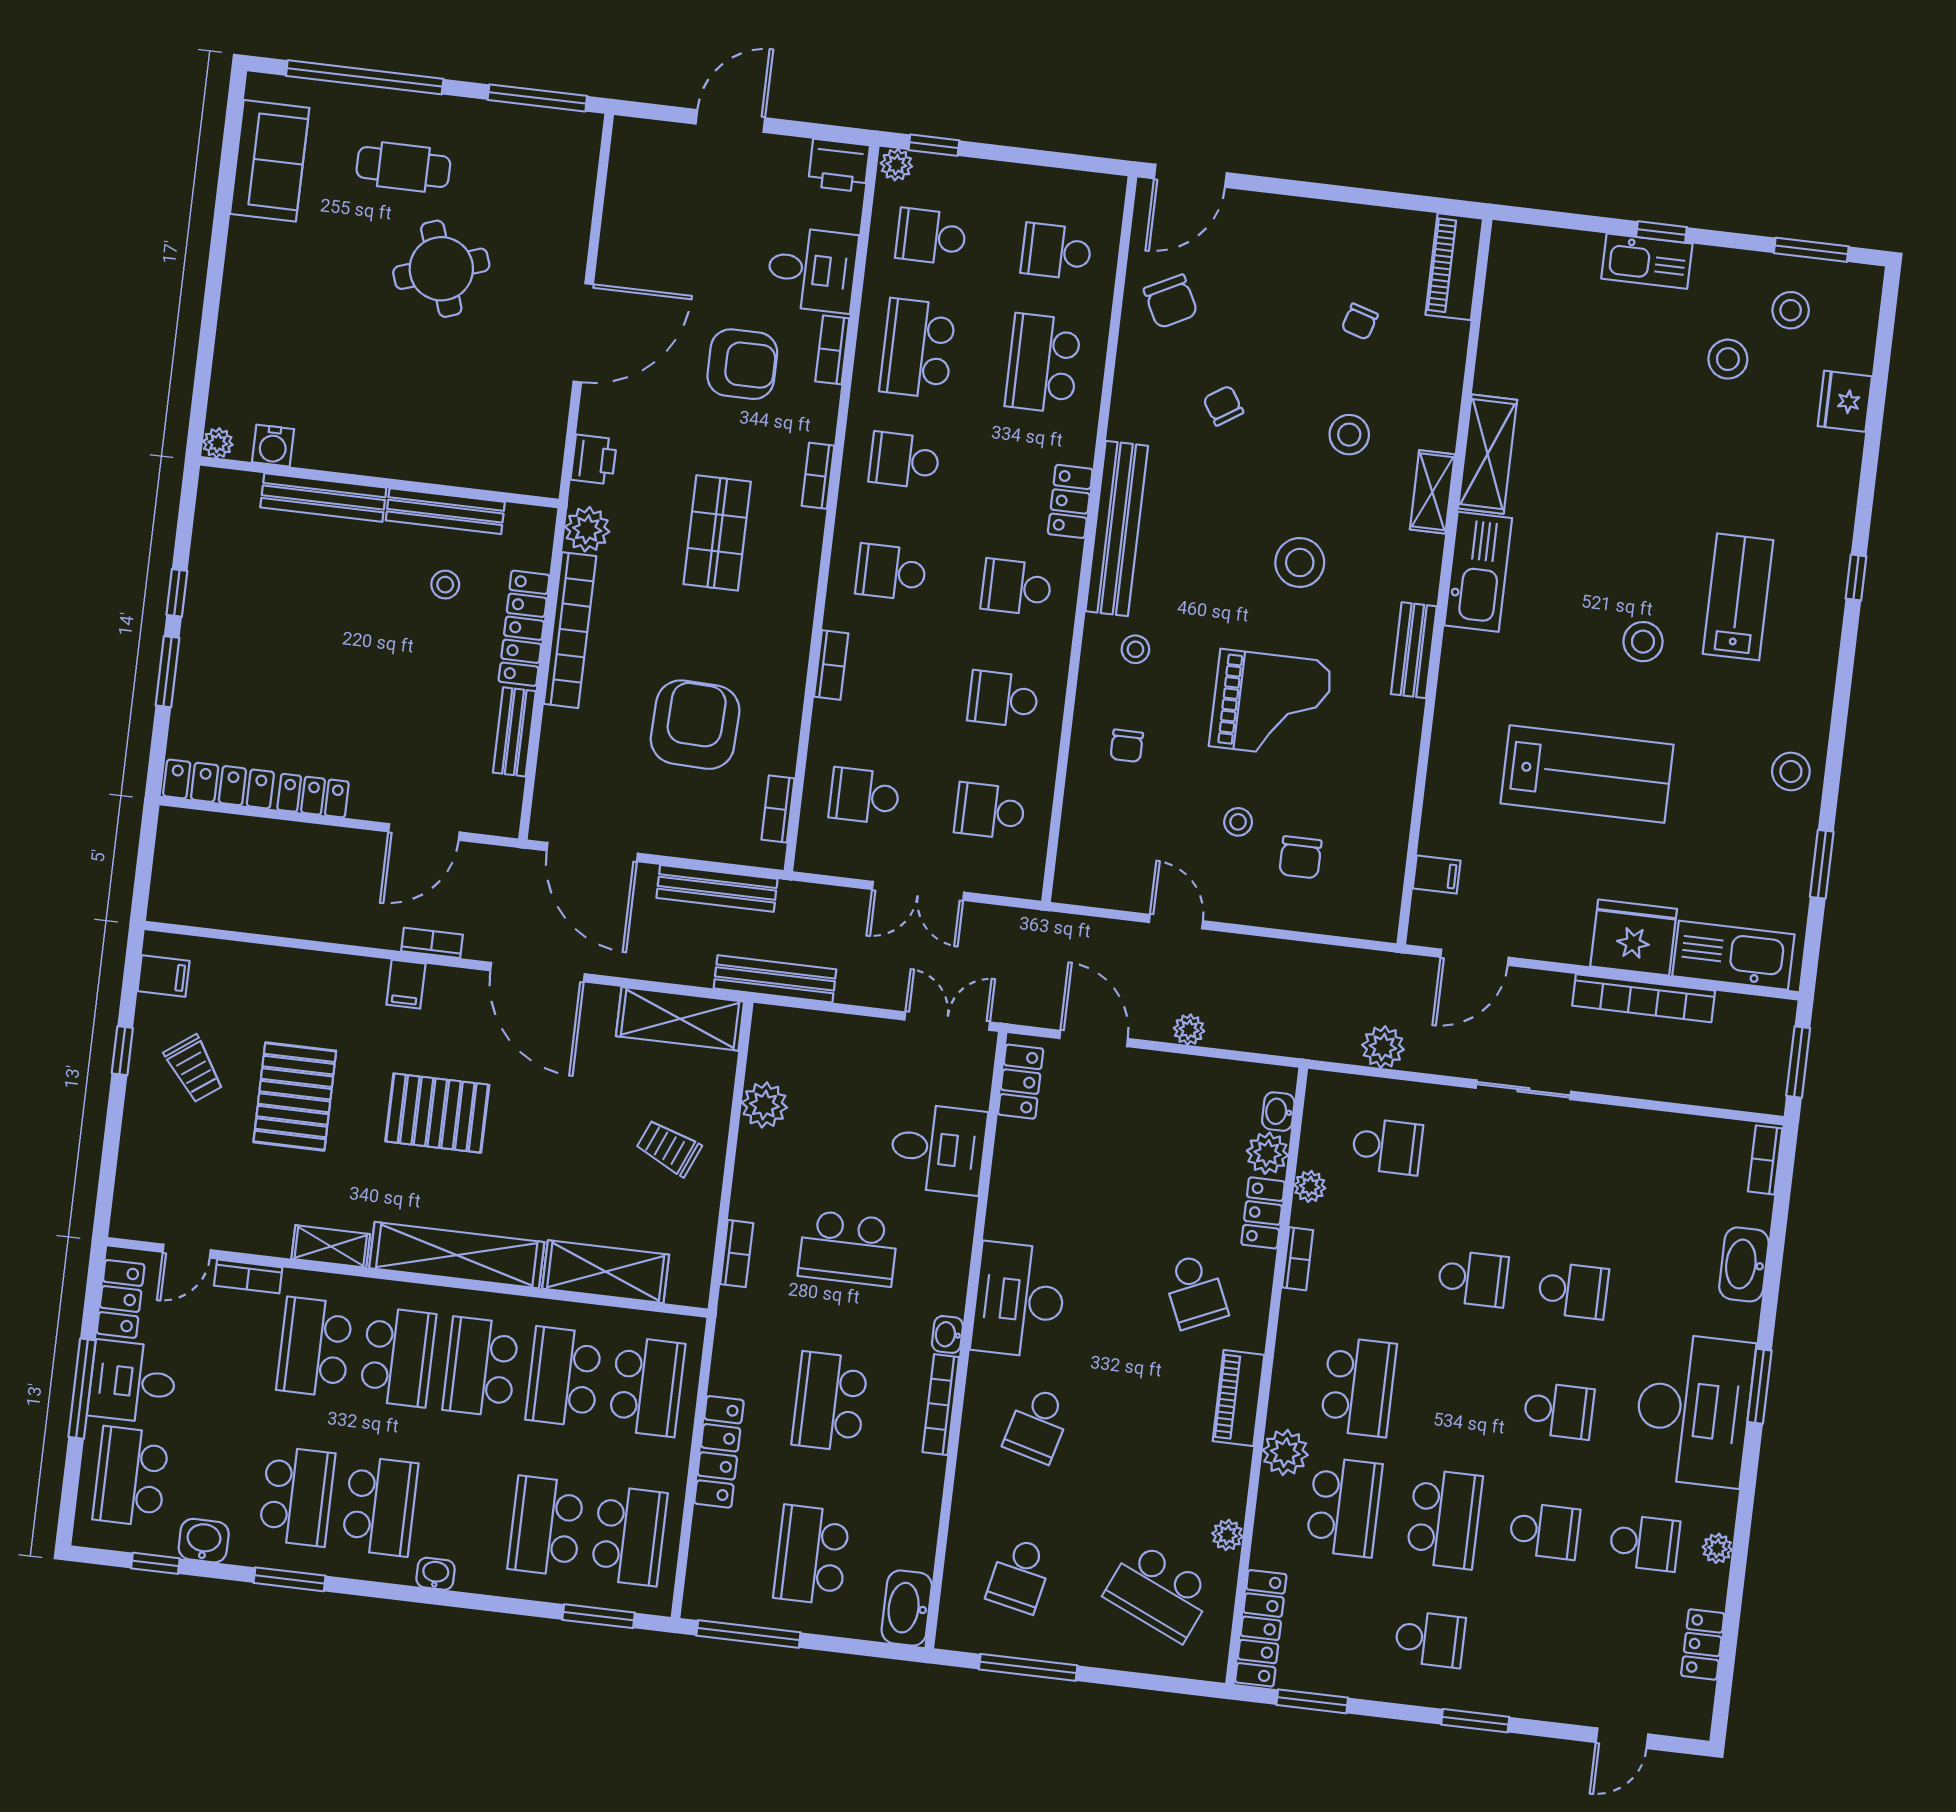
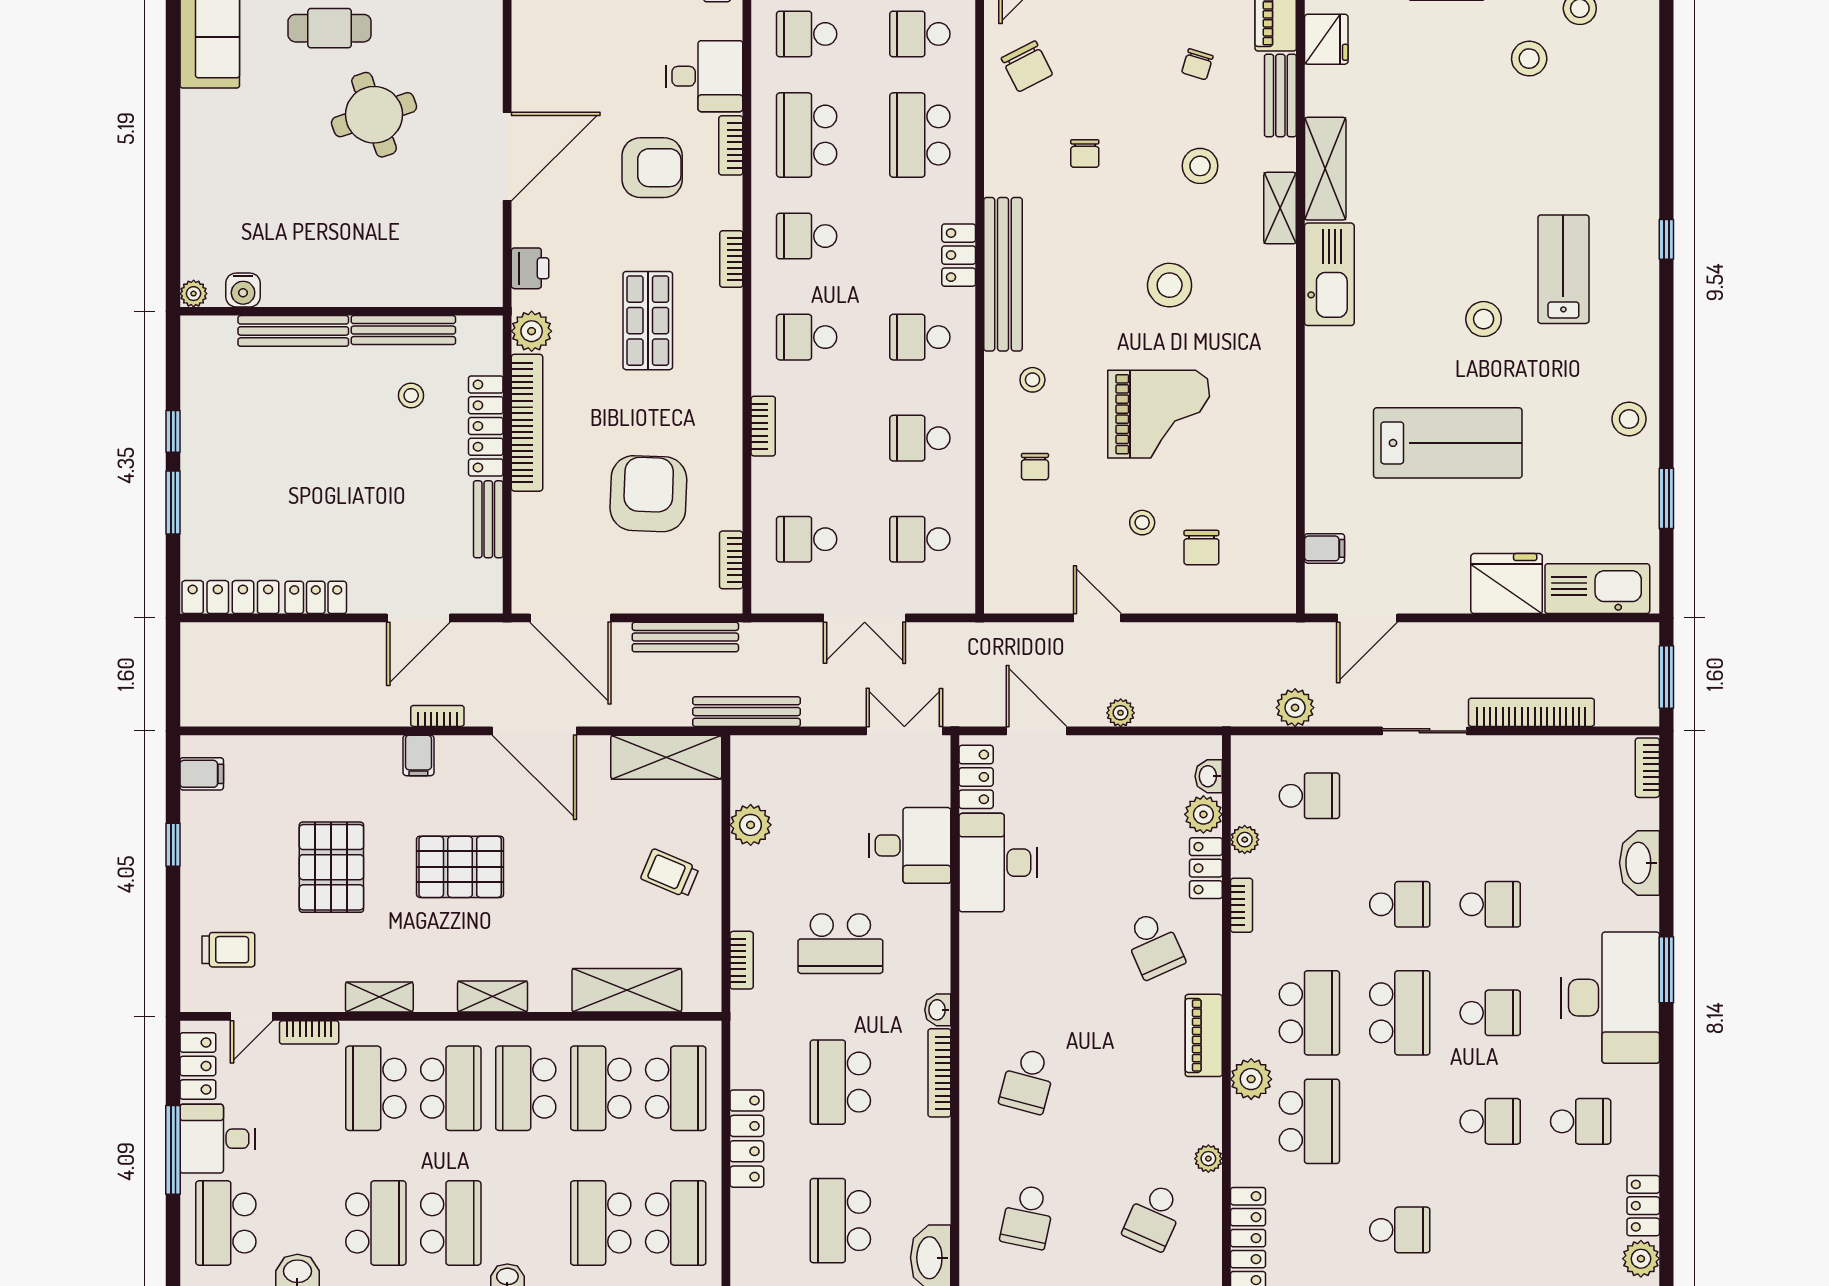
fridge: (1845, 401) -> (1326, 39), moved, turned 180
chair: (1223, 406) -> (1085, 153), turned -147
bench: (1414, 650) -> (1280, 96), moved
bookcase: (1644, 998) -> (1531, 712), moved, turned 180
trolley: (194, 1069) -> (228, 950), moved, turned -54
shelving: (457, 1255) -> (493, 996), width x0.45, depth x0.75
desk: (1019, 1300) -> (998, 863), moved
school desk: (1444, 1519) -> (1400, 1013), moved
plant: (1717, 1548) -> (1641, 1259), moved, width x1.38, depth x1.38
school desk: (1159, 1592) -> (1154, 1217), width x0.54

